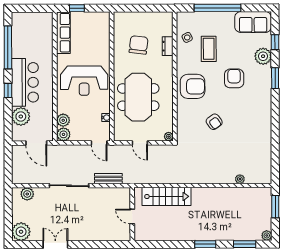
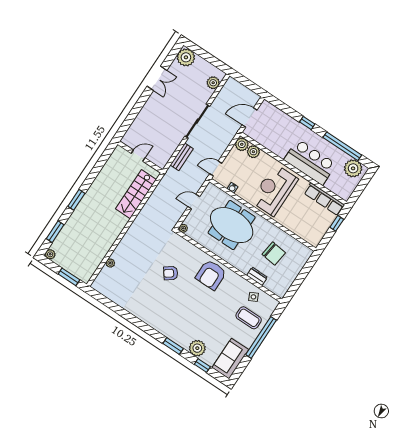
coffee table: (209, 49) -> (249, 318), moved
armchair: (234, 78) -> (195, 313), removed
bar counter: (25, 82) -> (310, 162), moved, turned 180
plant: (21, 116) -> (353, 168), moved

